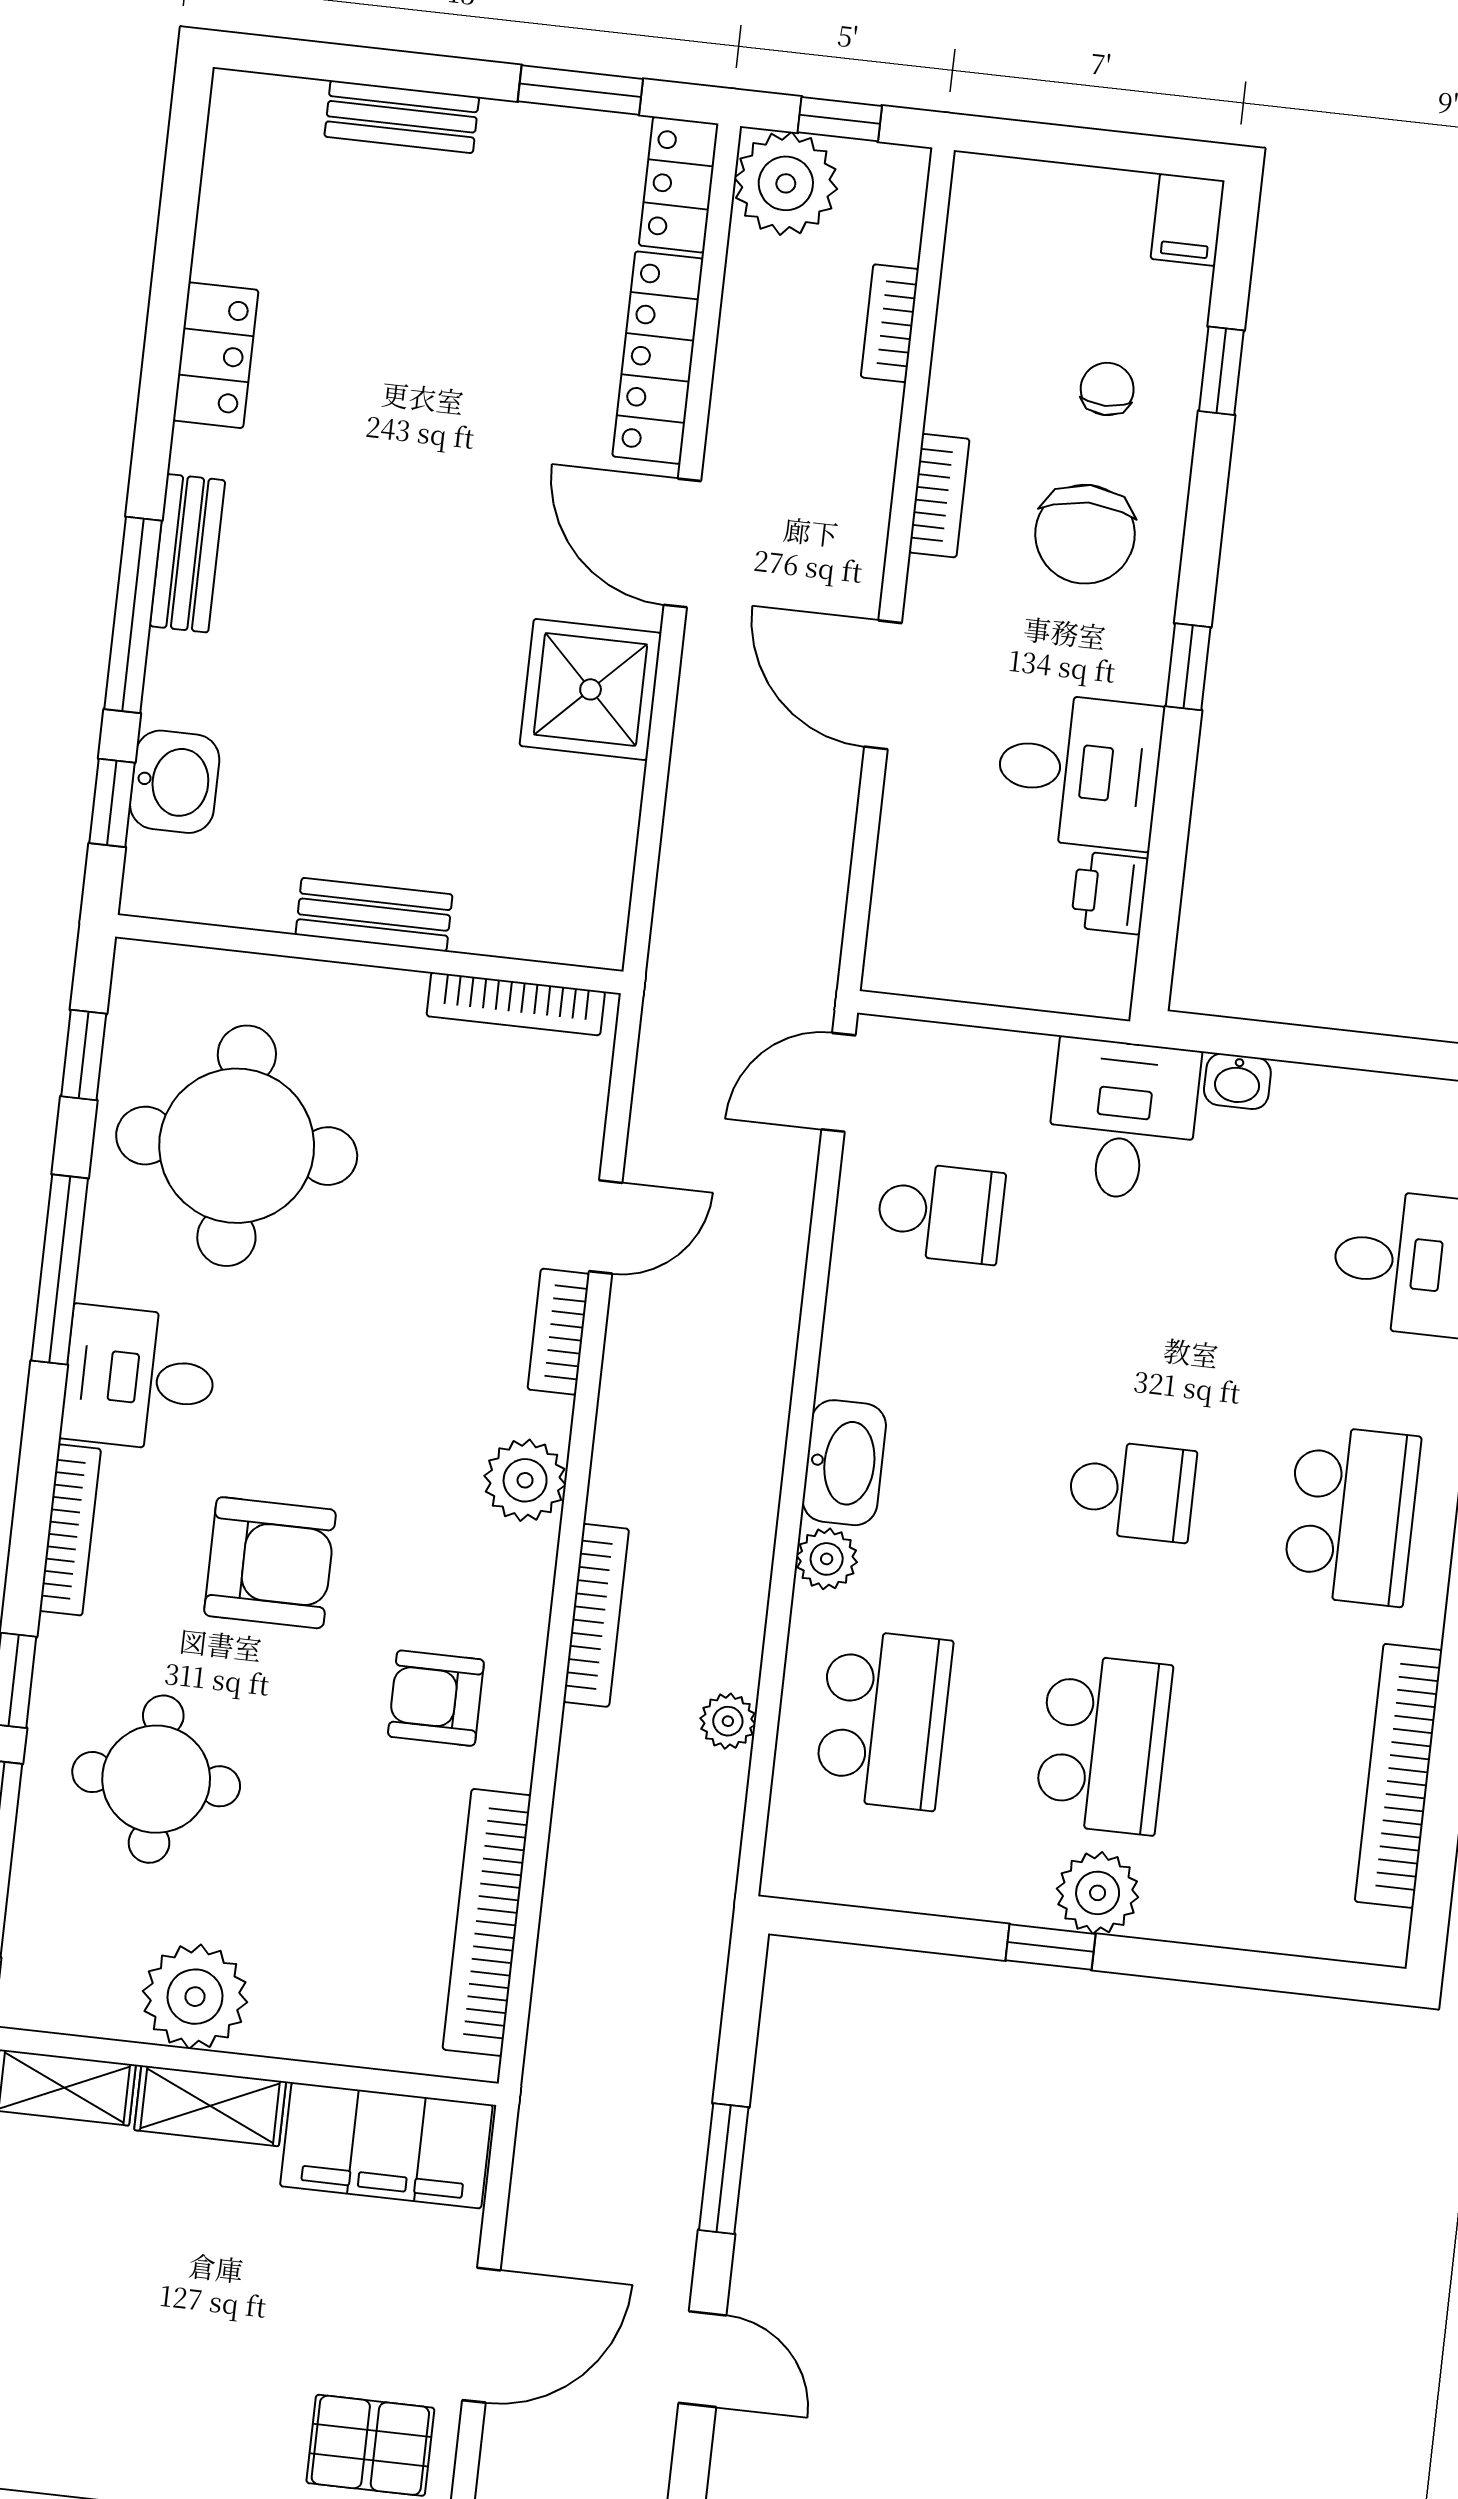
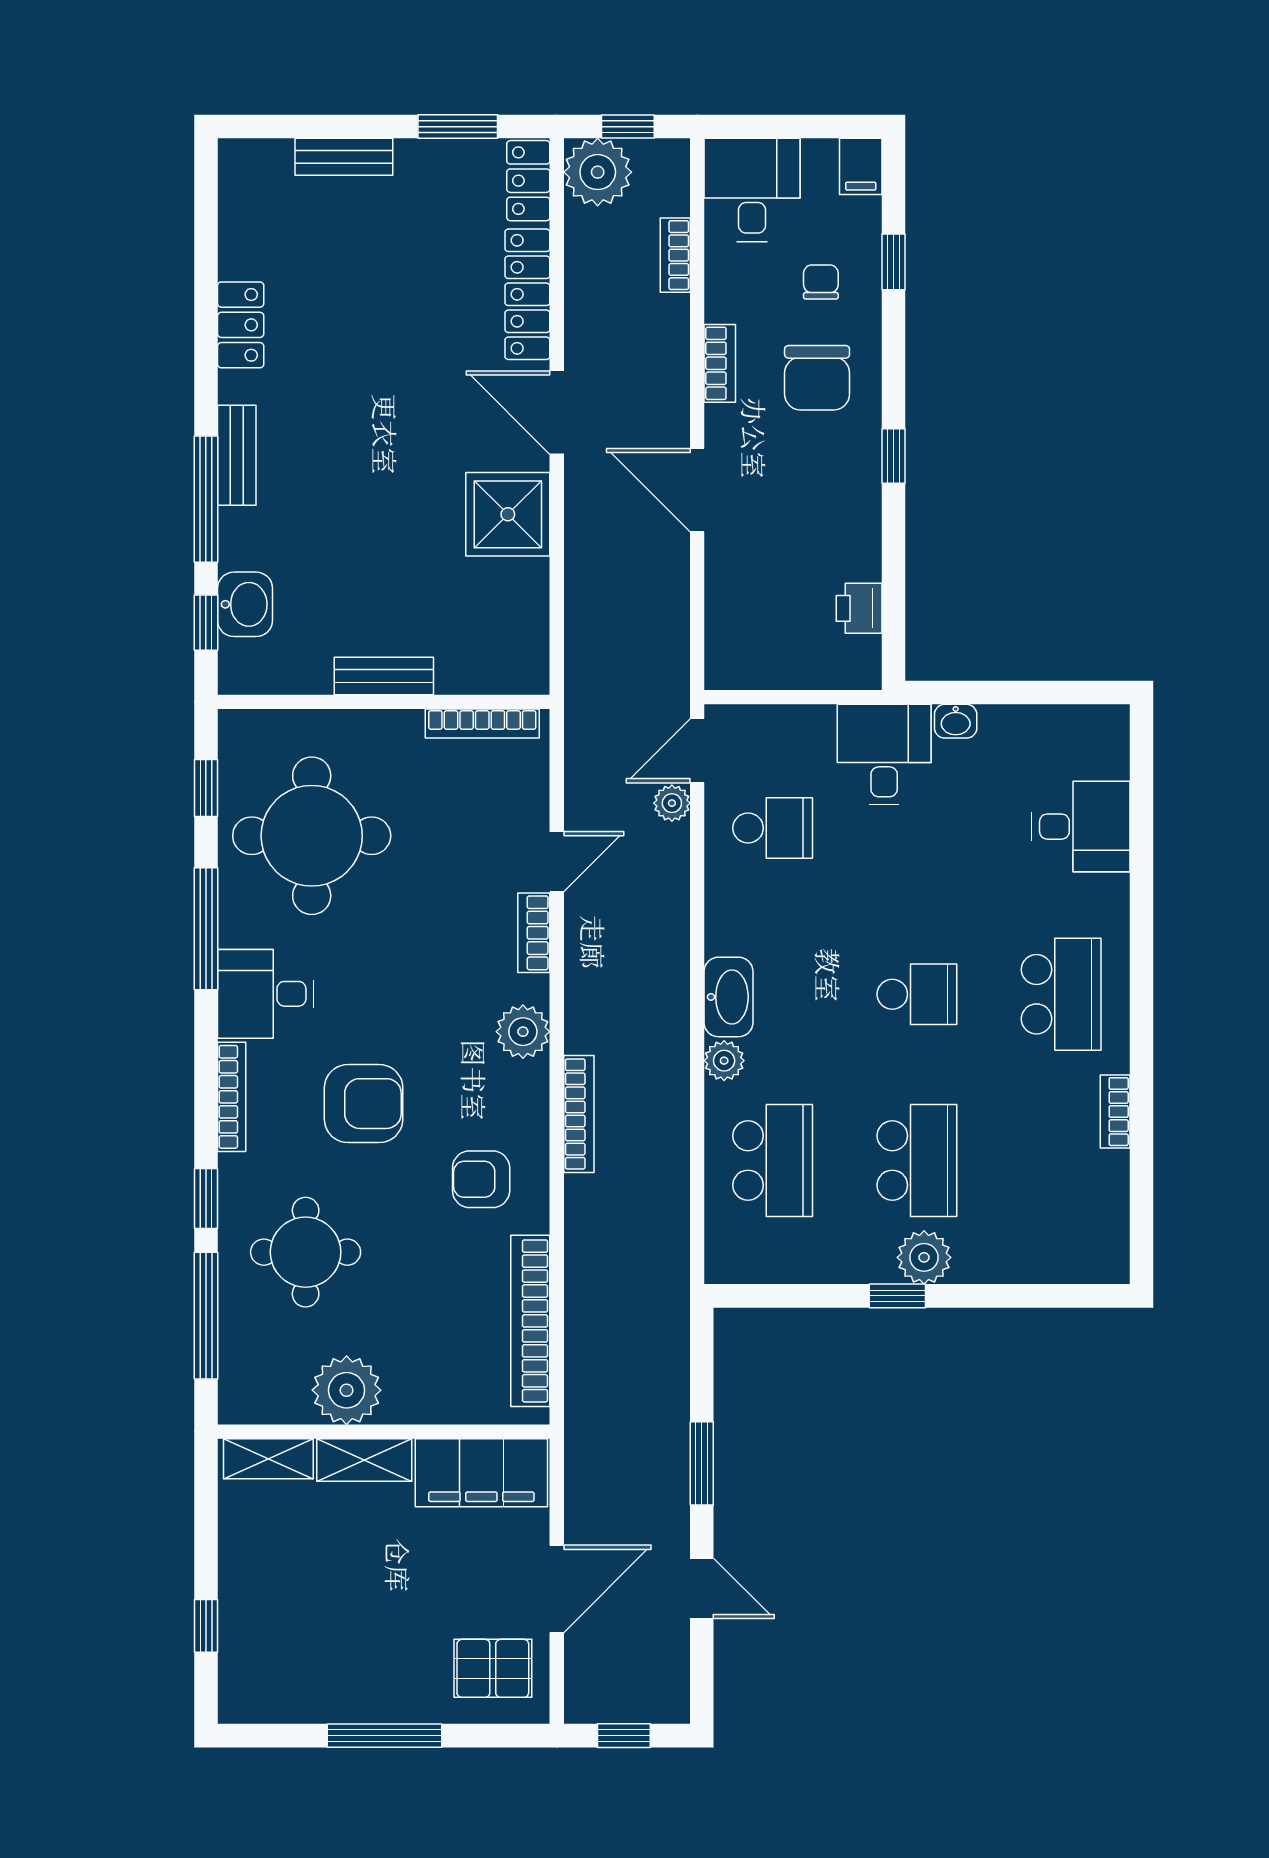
desk: (1079, 771) -> (752, 190), moved, turned -90
plant: (728, 1721) -> (672, 803), moved
bookcase: (1399, 1776) -> (1115, 1112), width x0.43, depth x0.76

